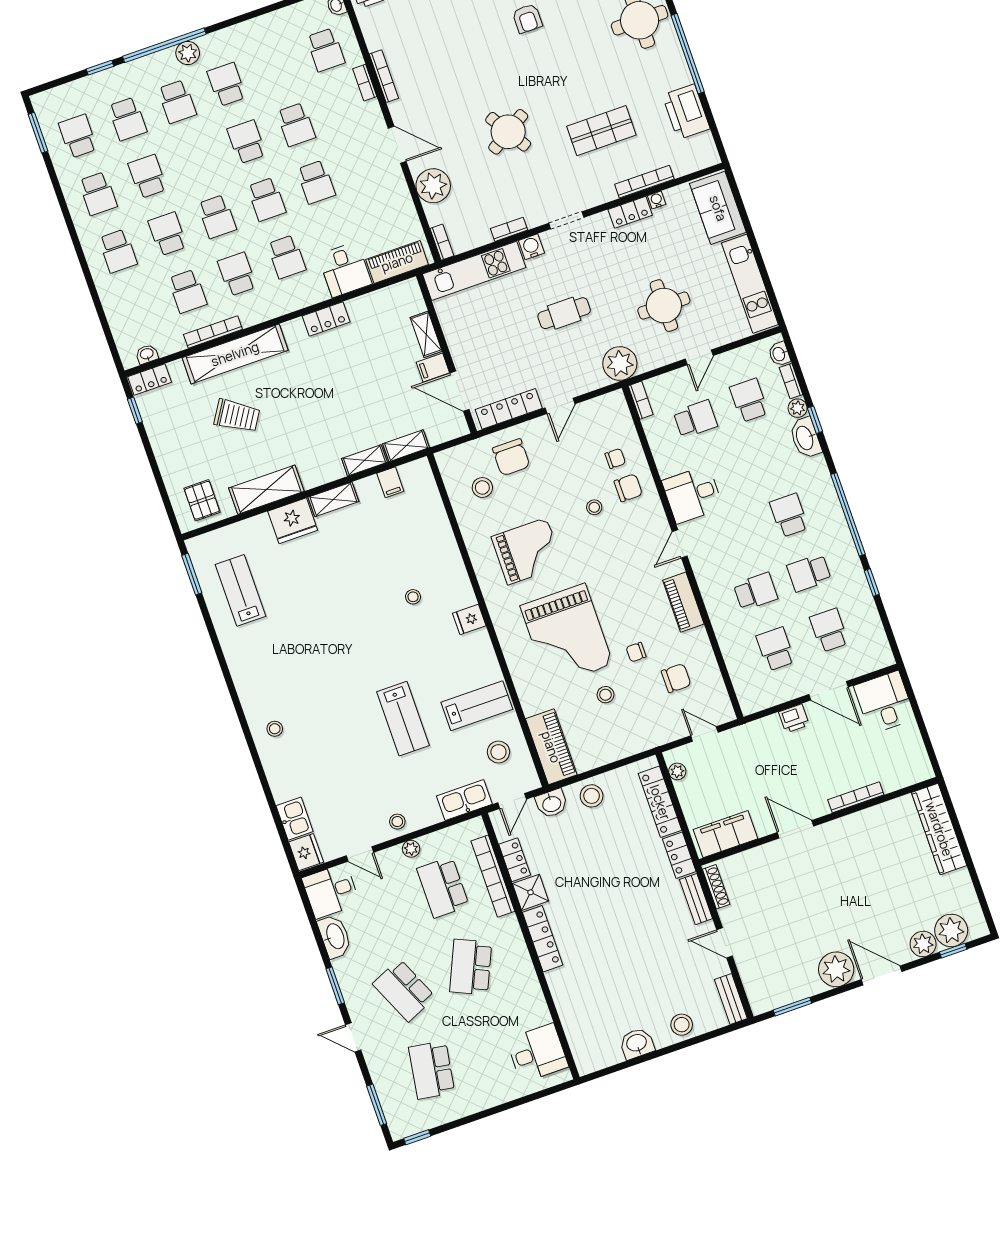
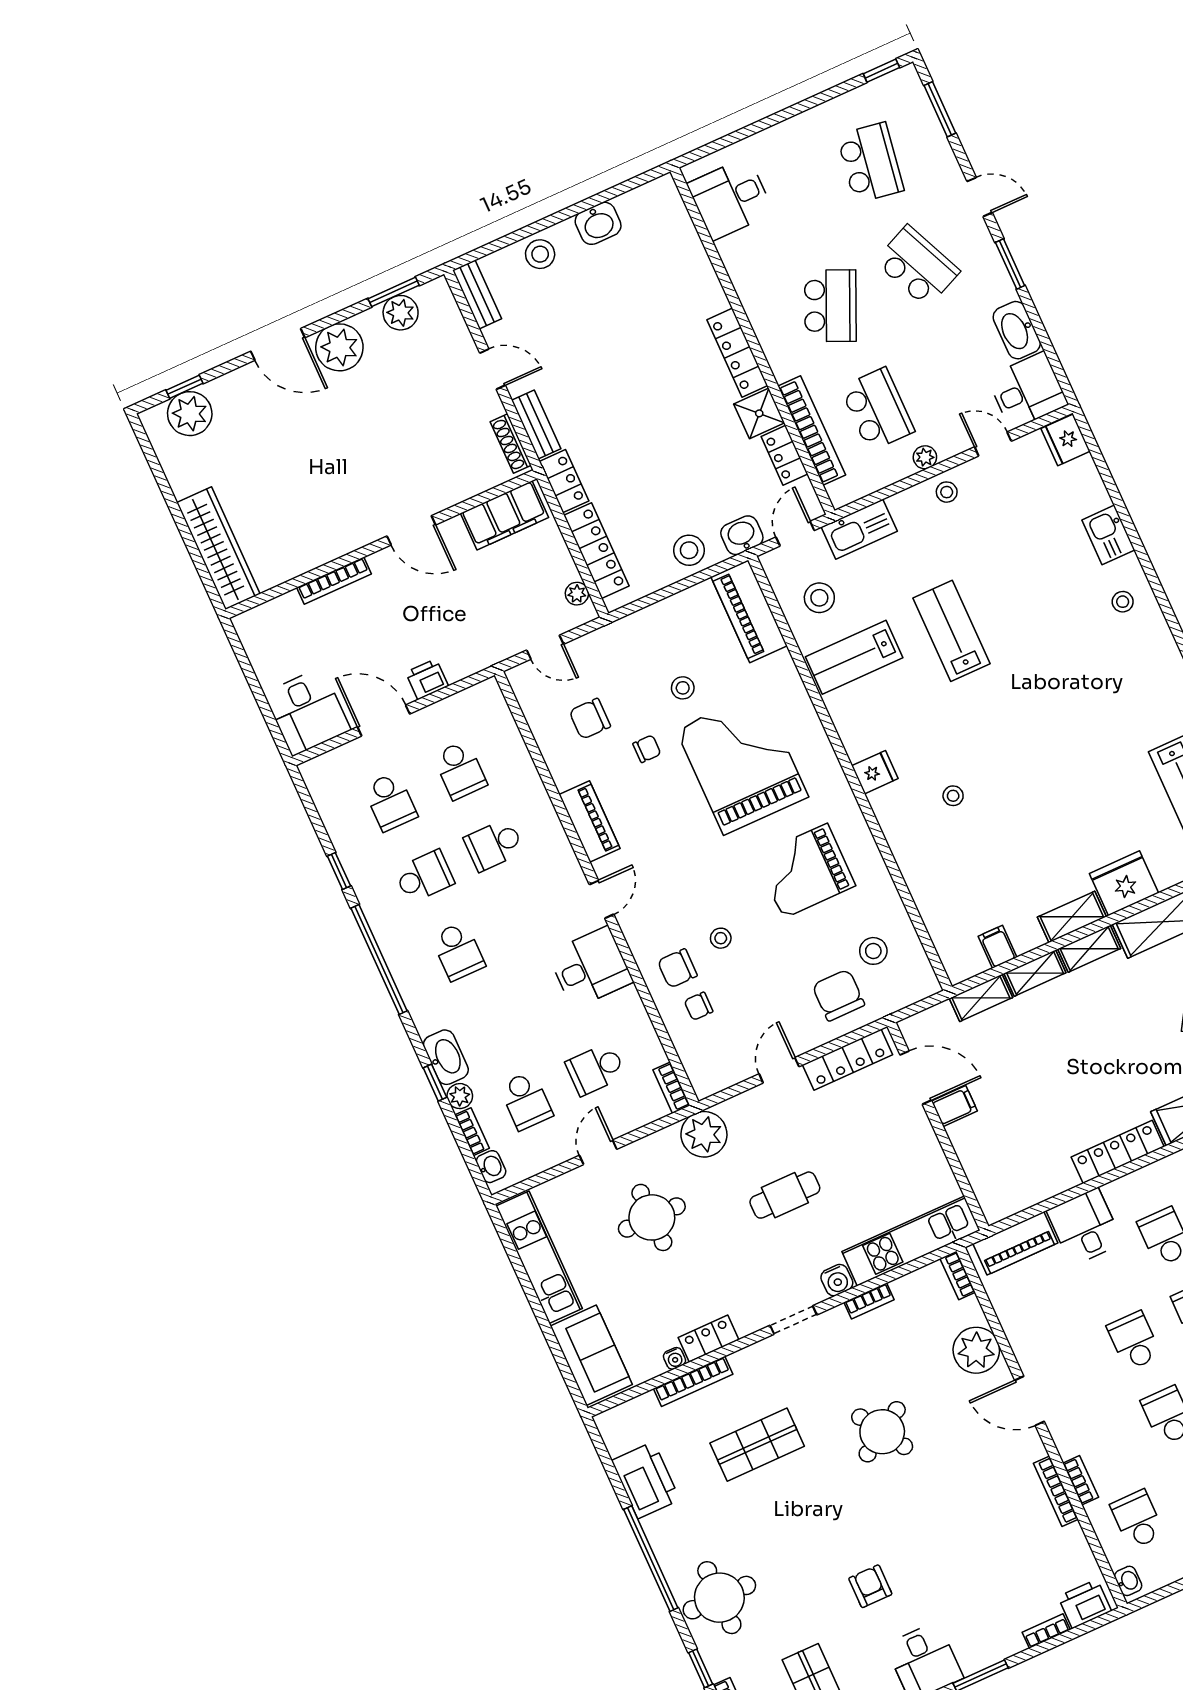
locker: (326, 319) -> (1118, 1152), width x1.53
shelving: (426, 334) -> (1089, 949), moved, turned 90
kitchen sink: (295, 819) -> (1108, 535), moved
plant: (923, 944) -> (401, 313), moved

